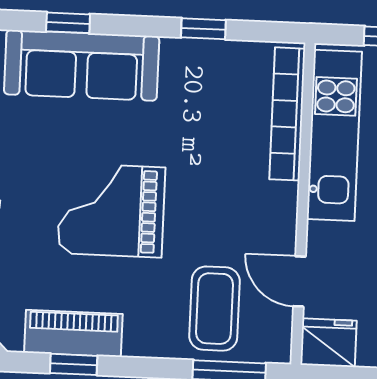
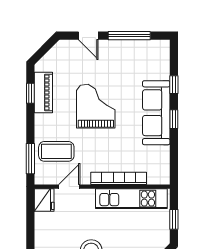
window: (203, 29) -> (174, 119), moved
sofa: (82, 65) -> (156, 113), moved
bookcase: (287, 114) -> (119, 178), moved

